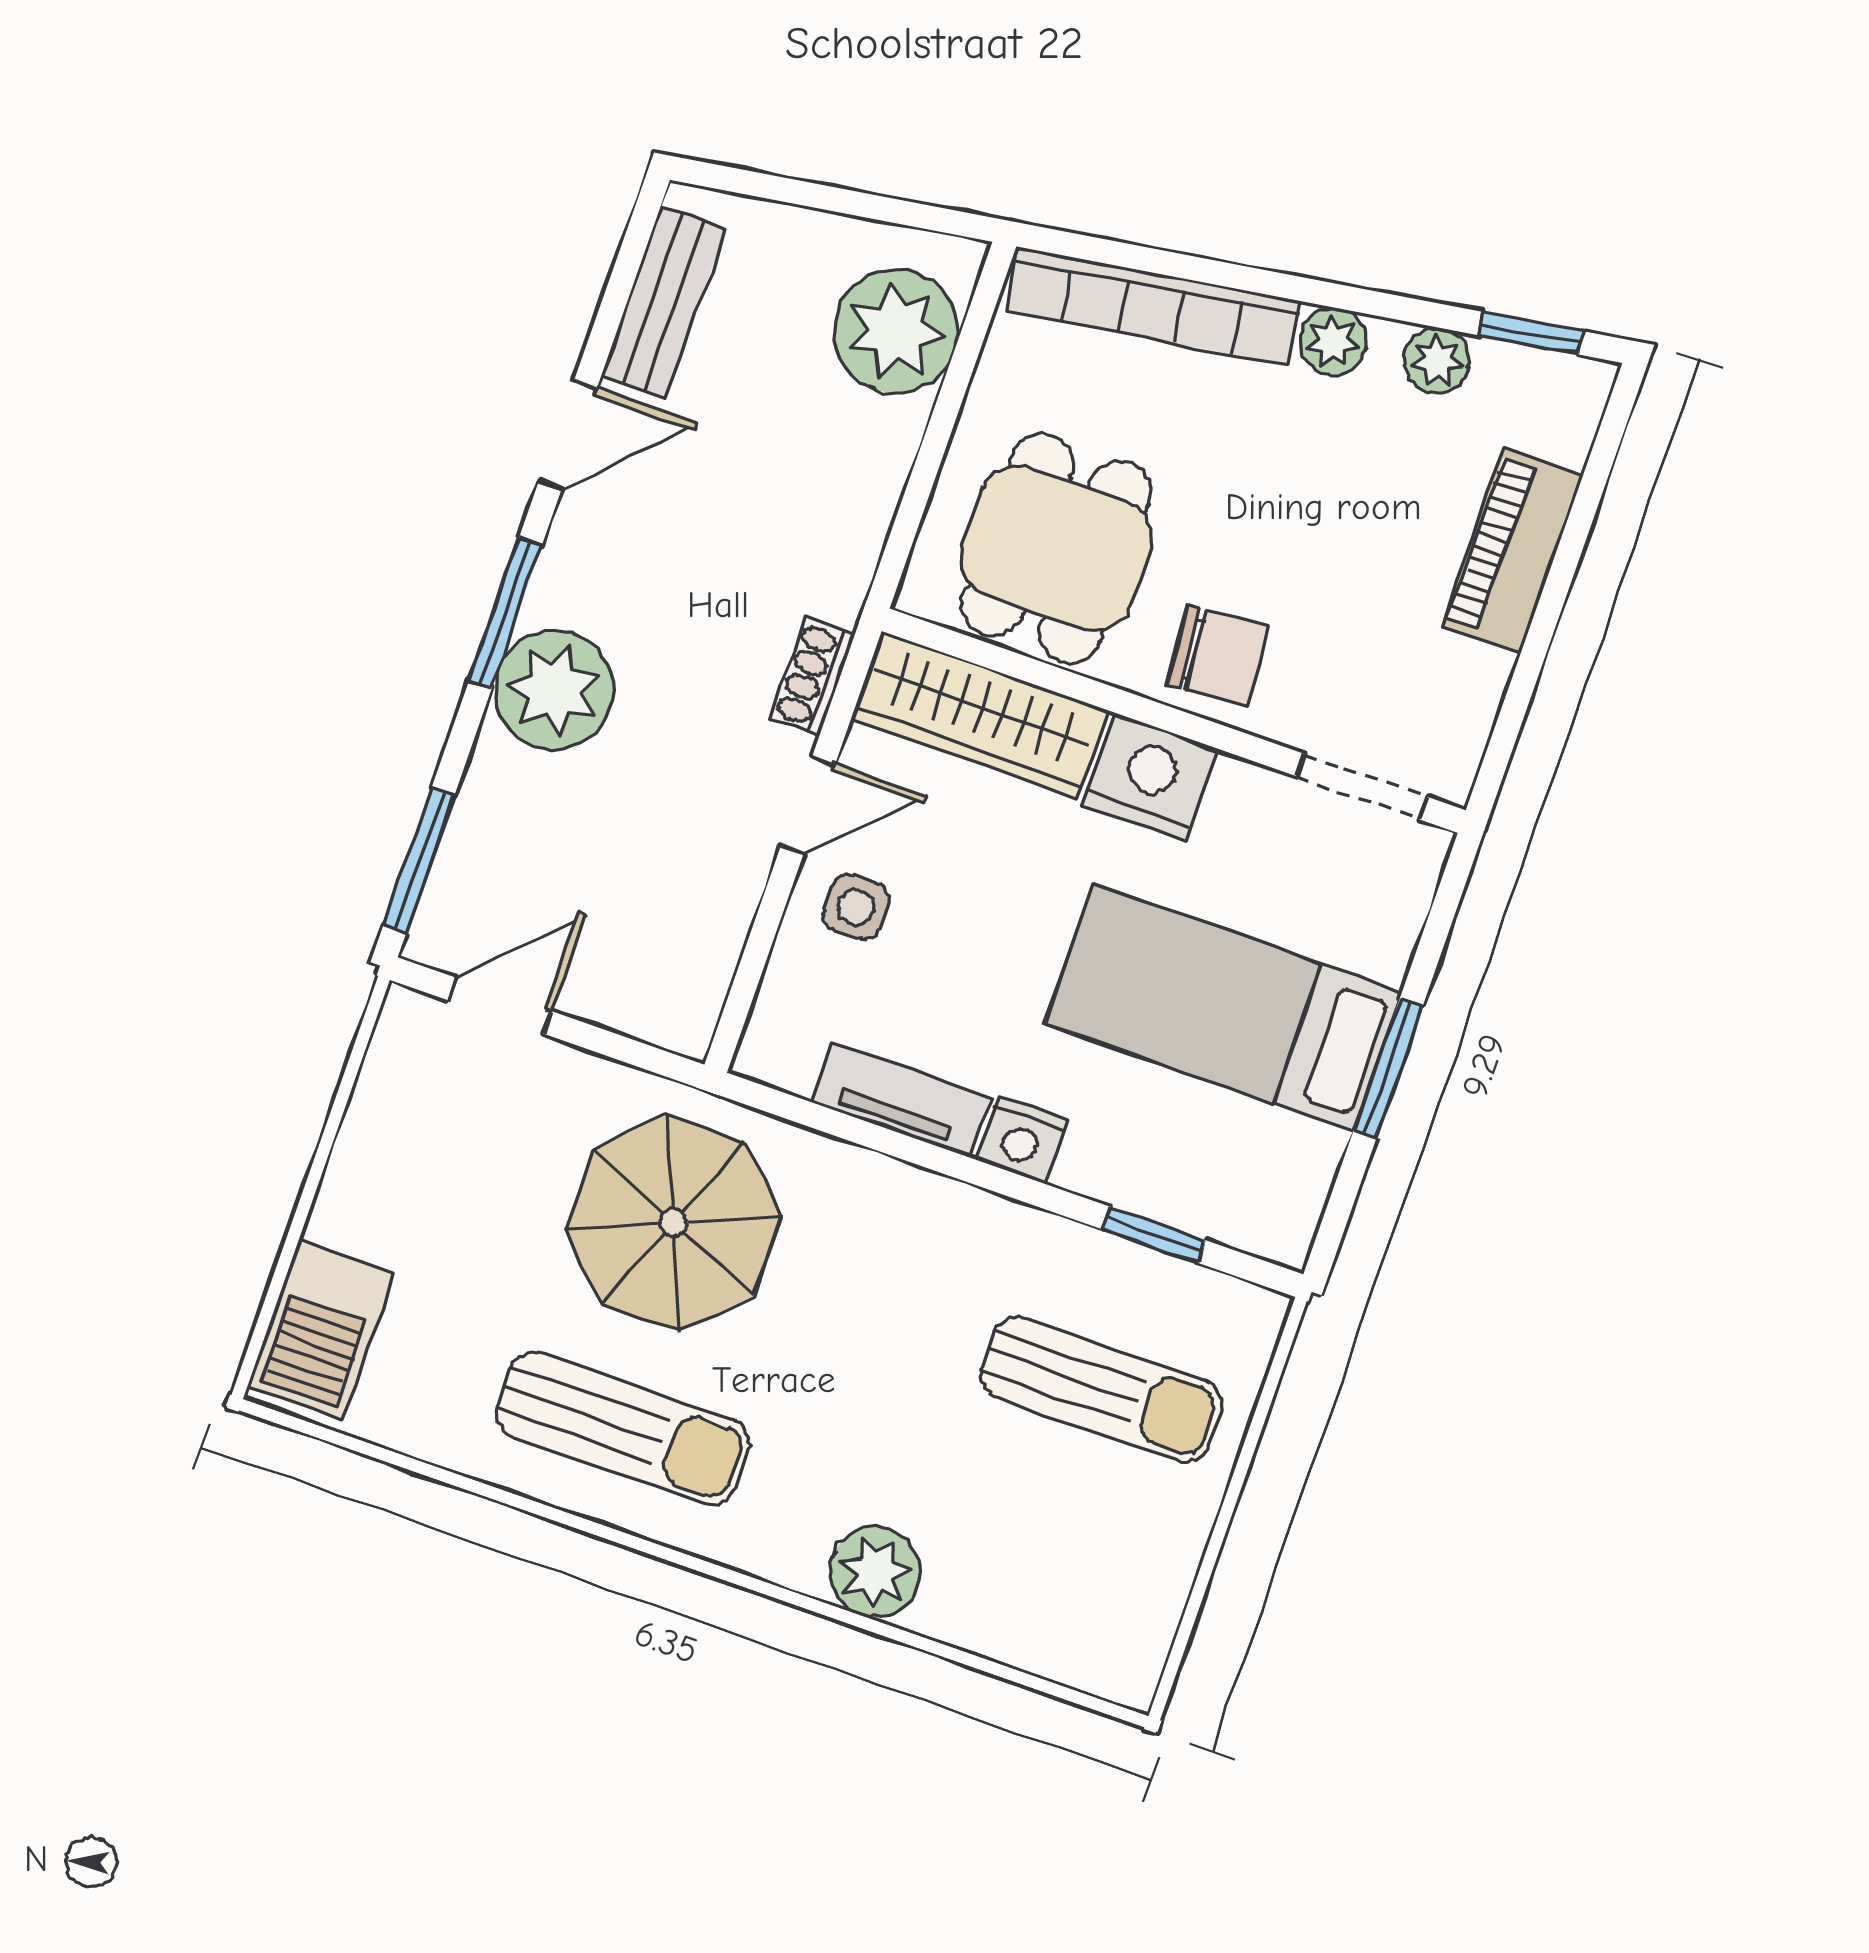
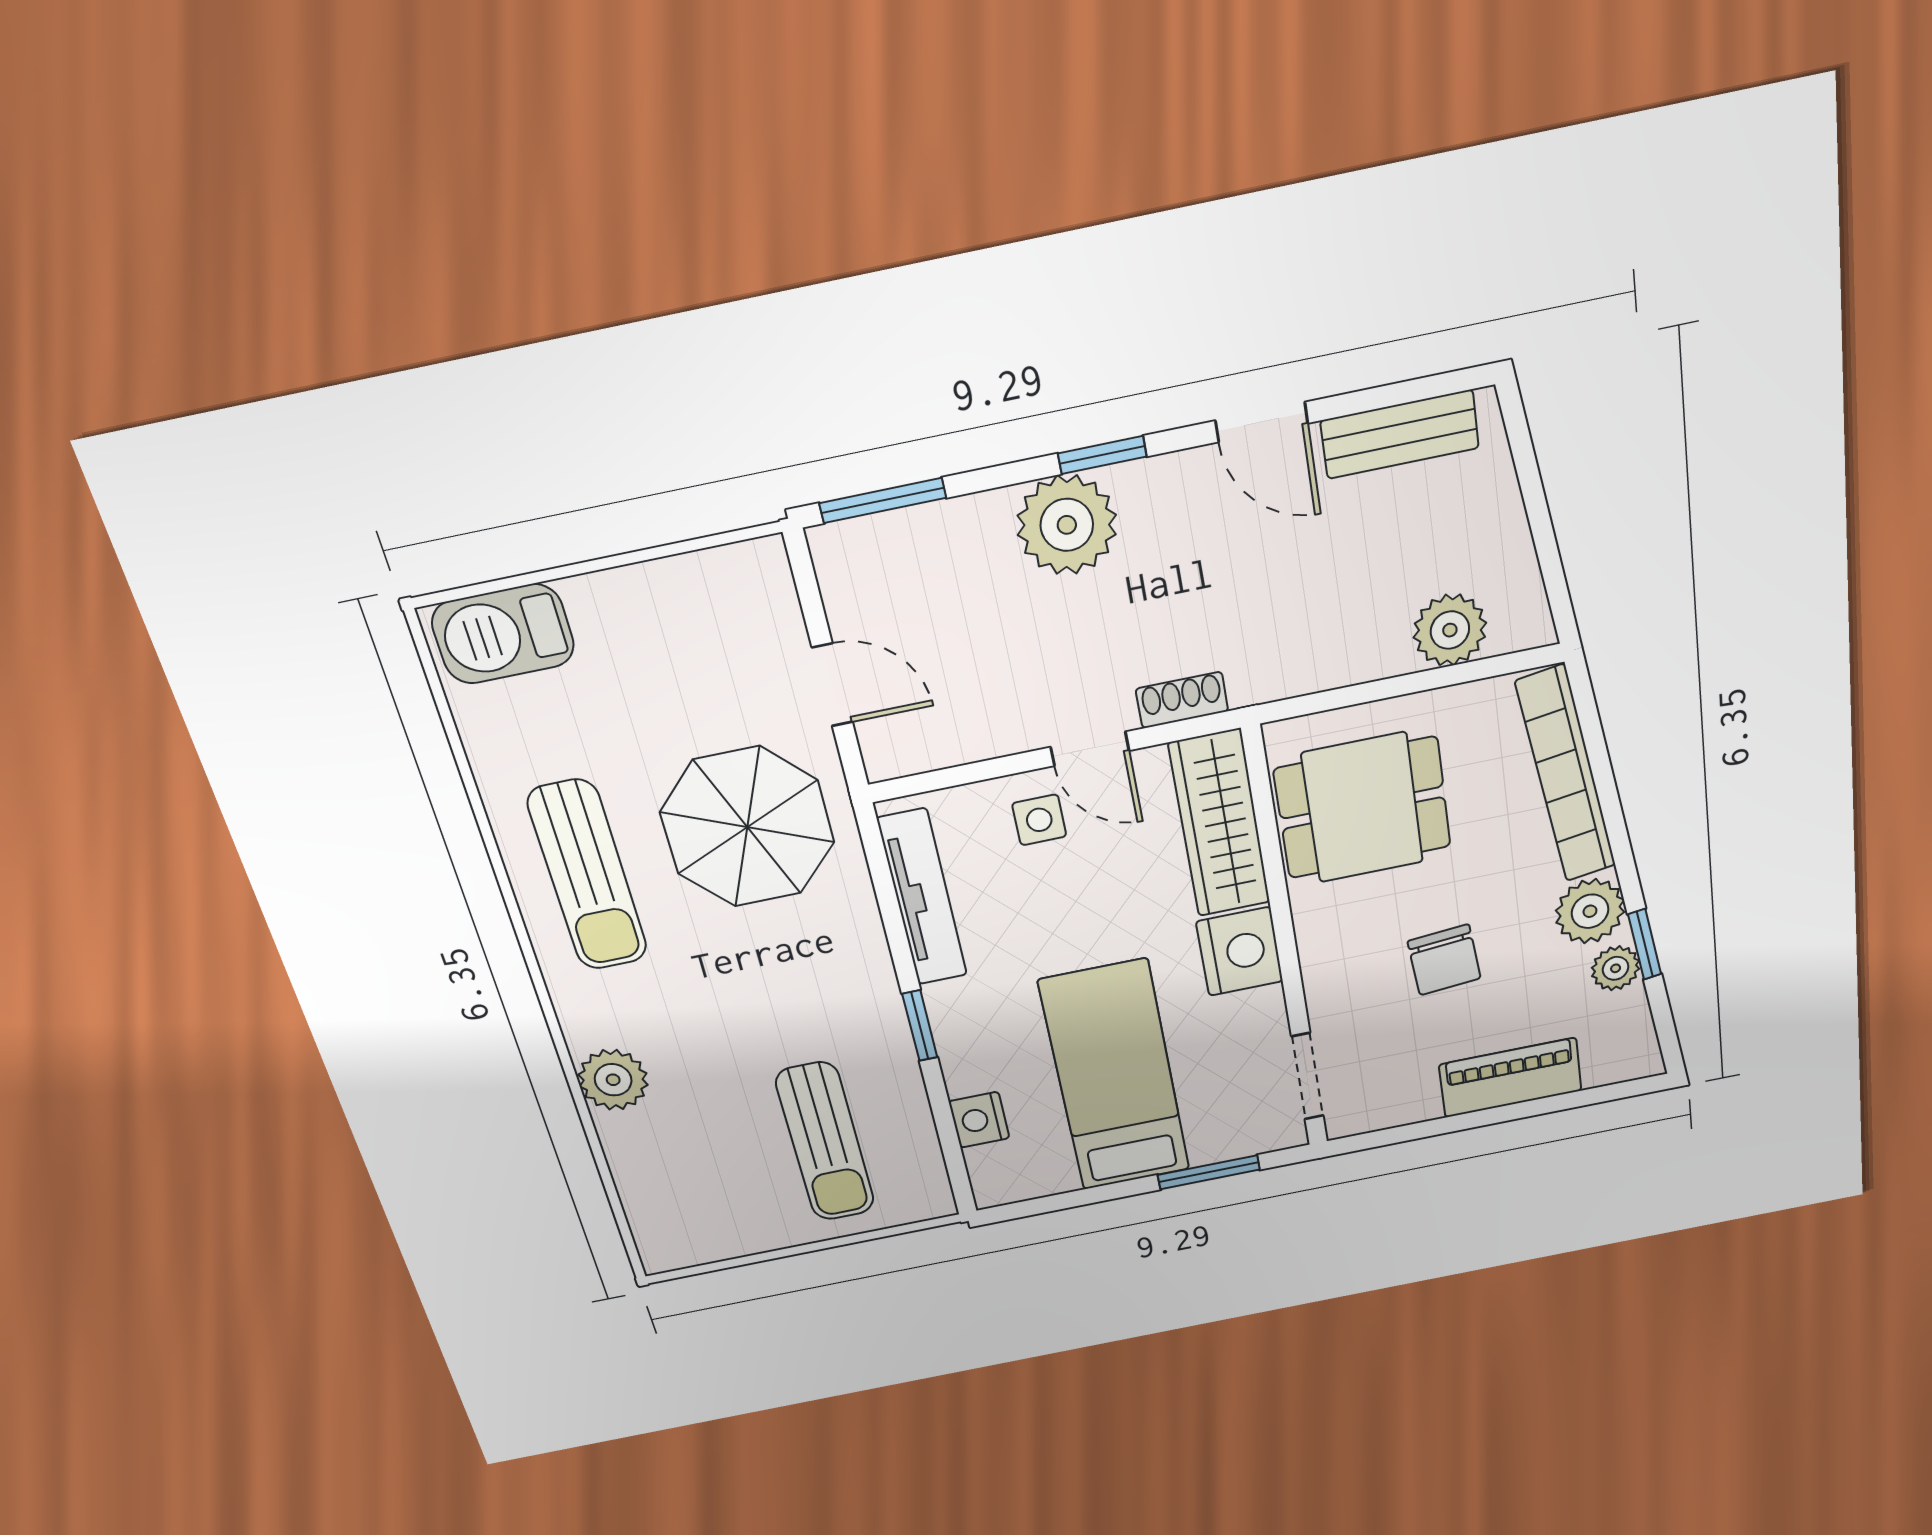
plant: (896, 331) -> (1450, 630), width x0.73, depth x0.73
window: (1531, 333) -> (1645, 944), moved
plant: (1333, 342) -> (1590, 911), width x1.38, depth x1.38
window: (505, 613) -> (1102, 455), width x0.67
chair: (1217, 655) -> (1444, 960), moved
door: (500, 1006) -> (832, 685), moved
window: (1388, 1068) -> (1209, 1172), moved
tv unit: (901, 1100) -> (922, 897), width x1.41
nightstand: (1021, 1140) -> (979, 1120), moved
window: (1154, 1235) -> (920, 1026), moved

